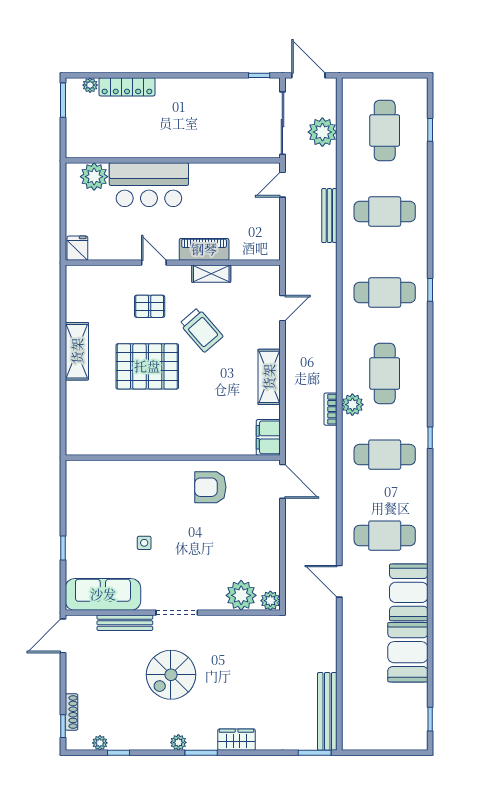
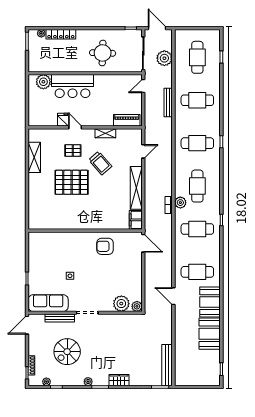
round table: (206, 122) -> (103, 53), added
fridge: (77, 248) -> (63, 120), moved
piano: (204, 249) -> (127, 120), moved
shelving: (77, 351) -> (34, 157), moved
shelving: (269, 377) -> (136, 188), width x1.47
spiral stairs: (171, 675) -> (67, 352), moved

